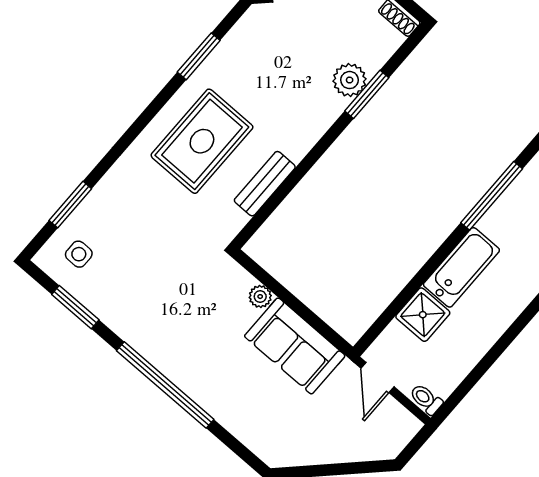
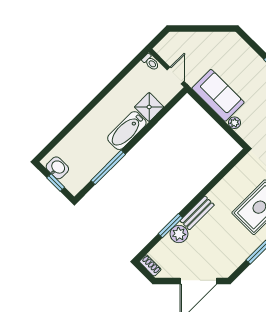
bench: (265, 184) -> (197, 213), moved

